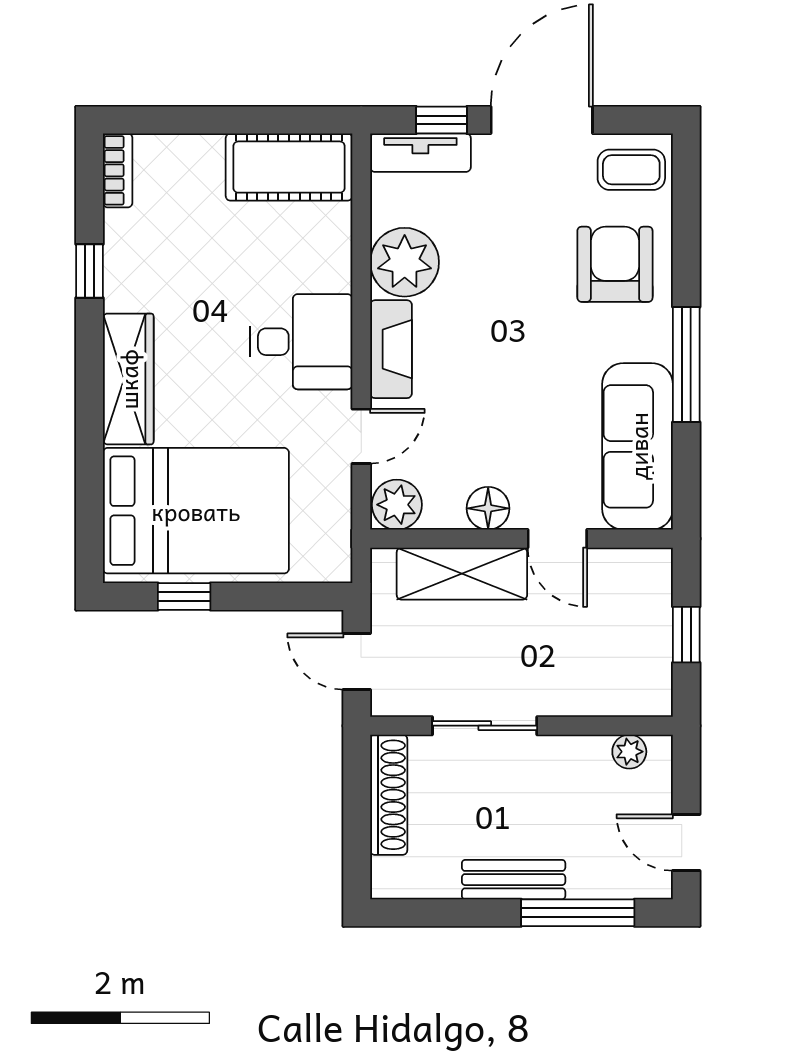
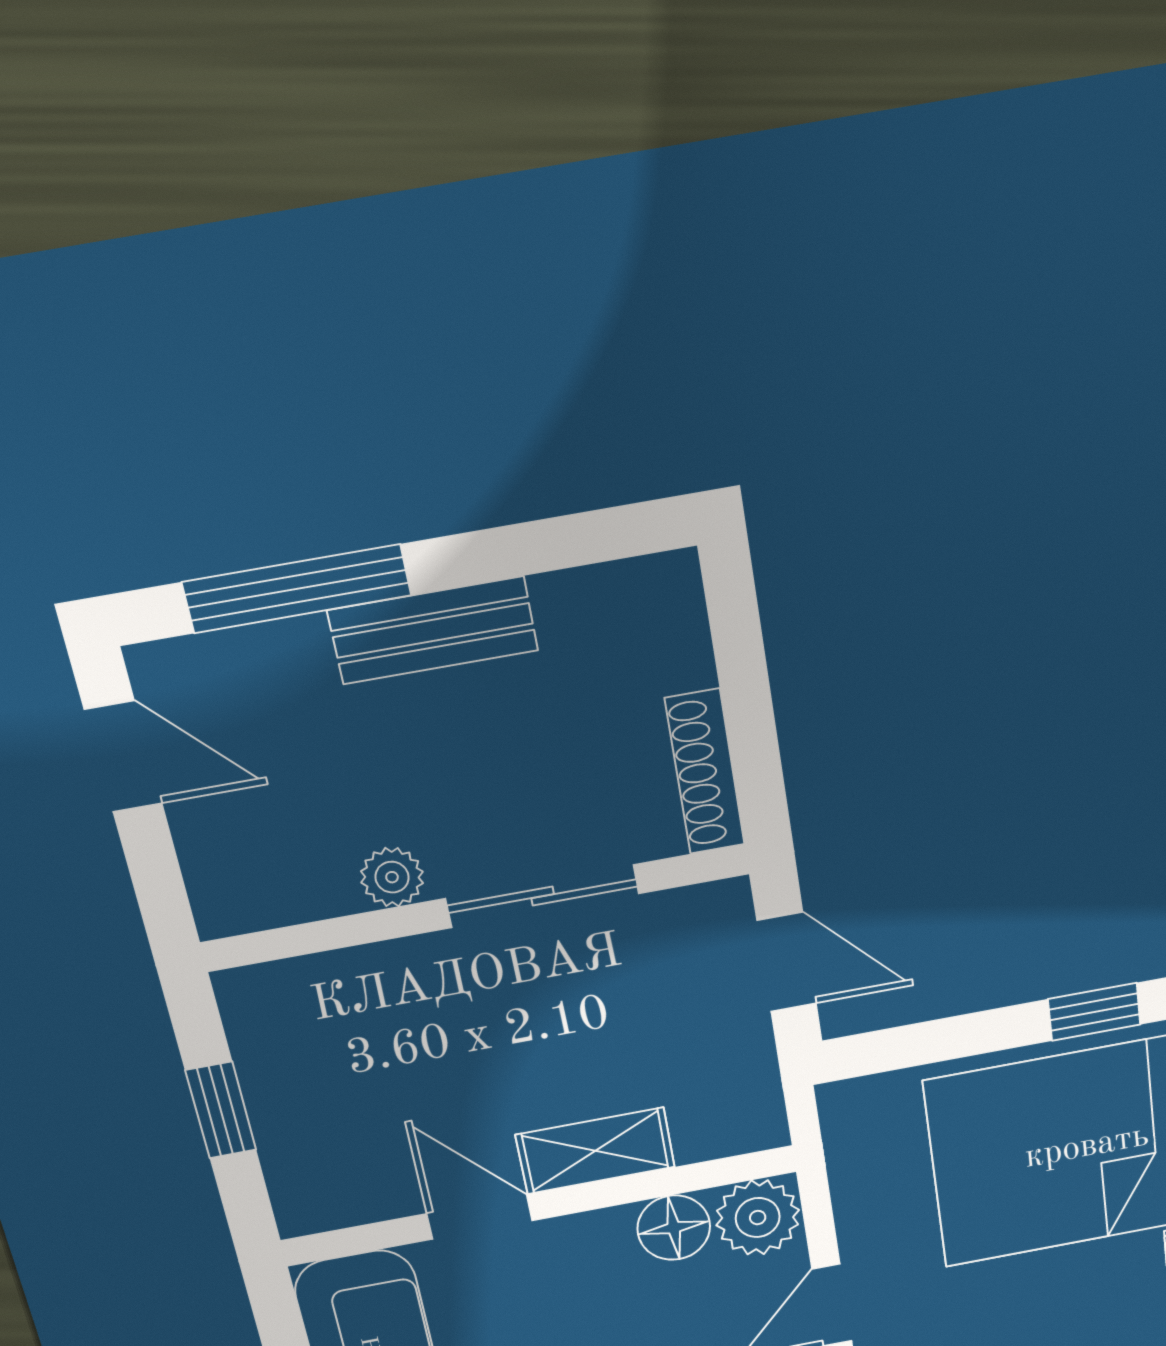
floor lamp: (488, 508) -> (674, 1228), moved
shelving: (462, 574) -> (595, 1151), width x0.67, depth x0.75
plant: (629, 752) -> (392, 877), moved
shoe rack: (389, 795) -> (705, 772), width x0.74, depth x0.81

